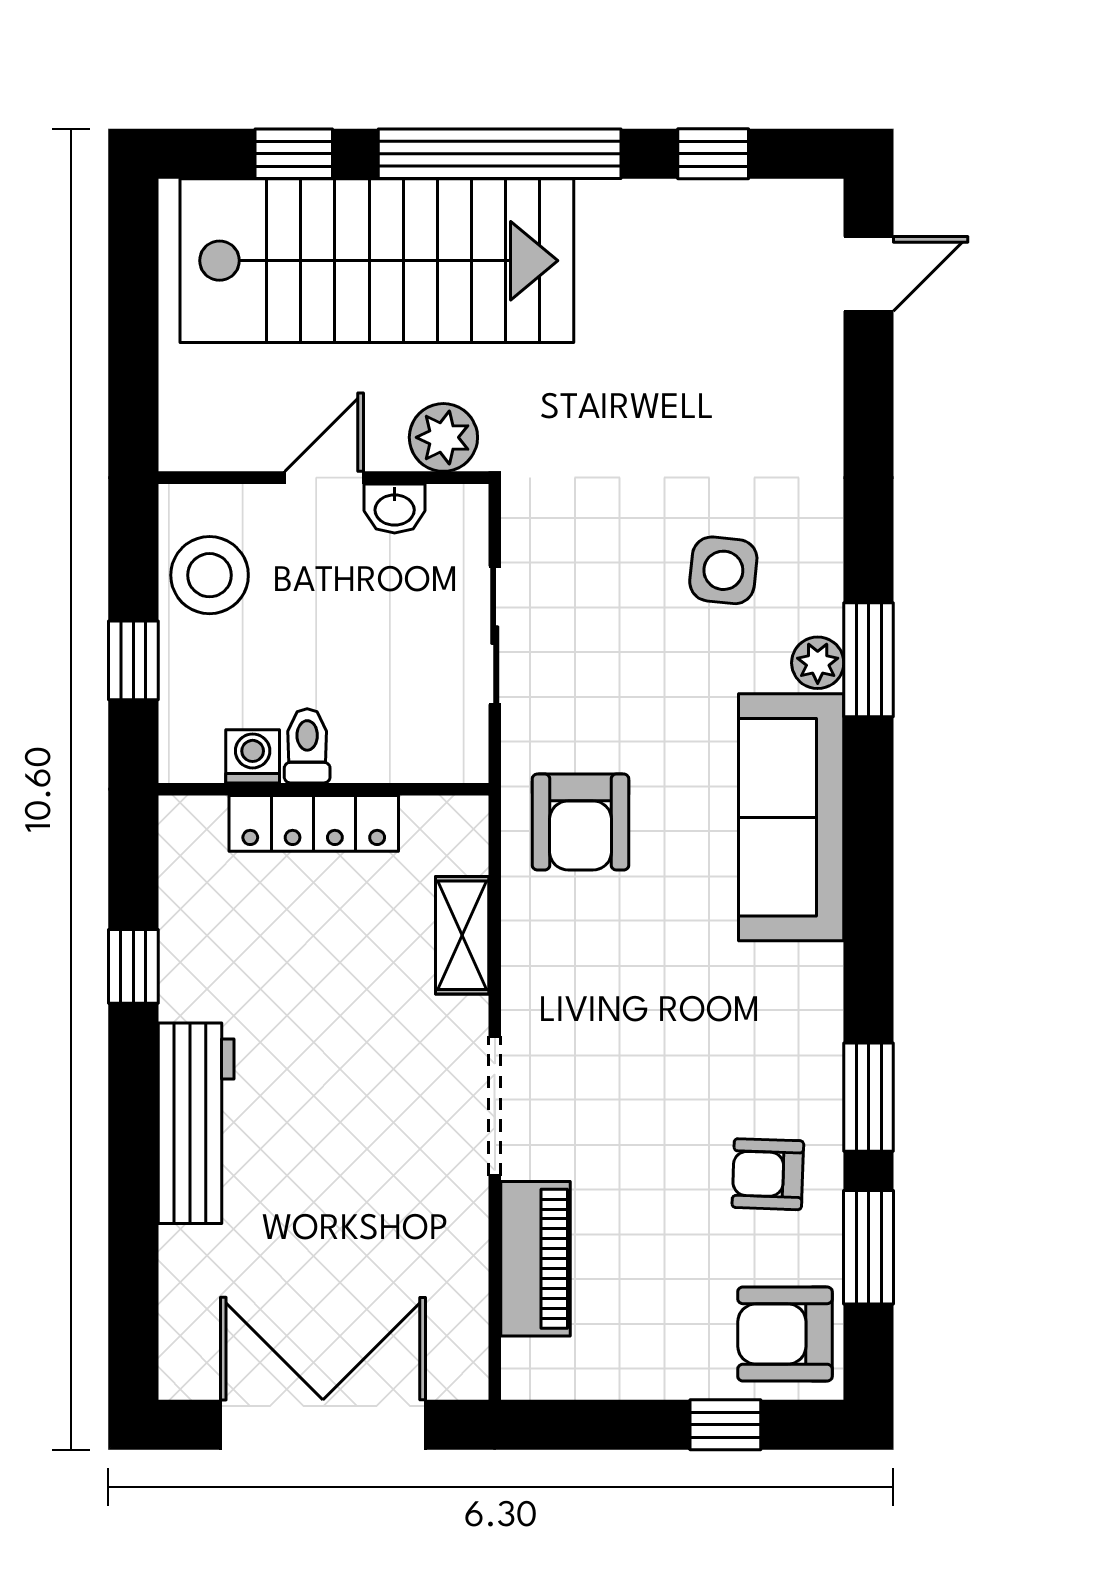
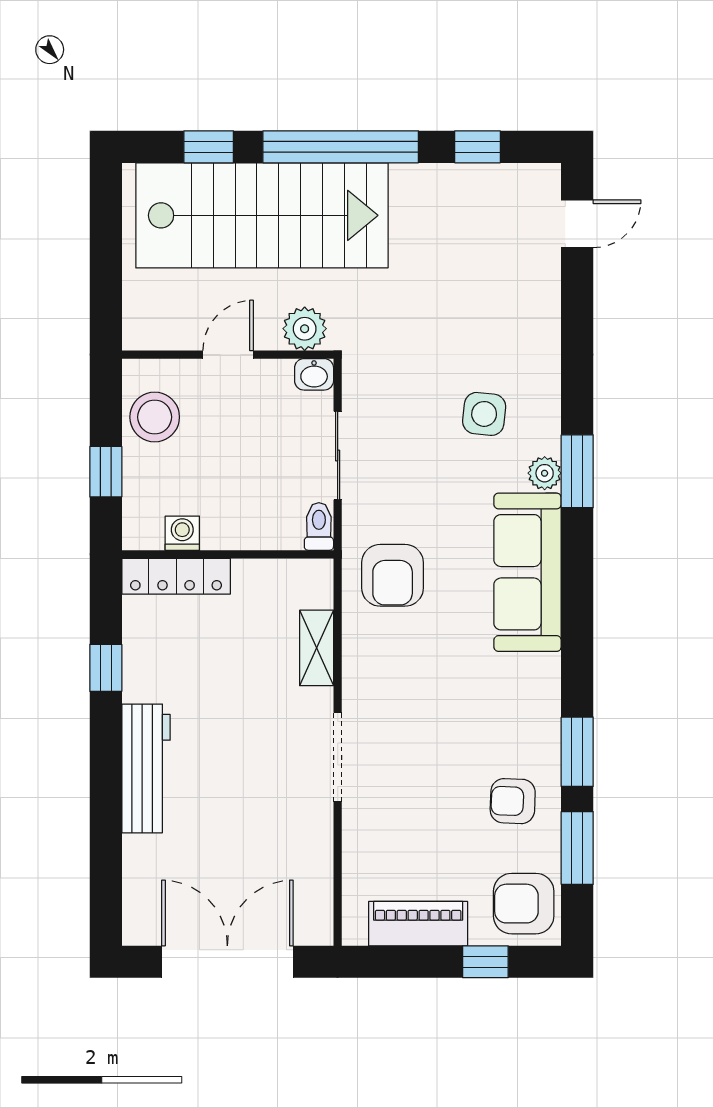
washbasin: (395, 509) -> (314, 374), moved
toilet: (307, 746) -> (319, 526), moved
locker: (314, 823) -> (176, 576), moved
piano: (536, 1259) -> (418, 924), moved, turned -90

